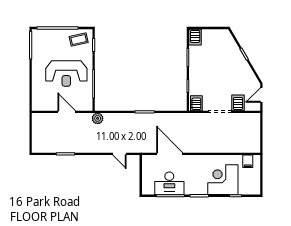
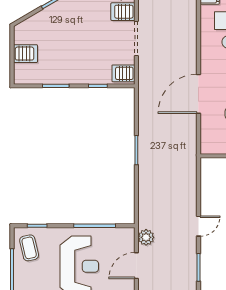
server rack: (195, 37) -> (25, 54), moved
plant: (98, 118) -> (146, 237), moved
door: (119, 154) -> (198, 226), moved
door: (170, 154) -> (198, 94), moved

